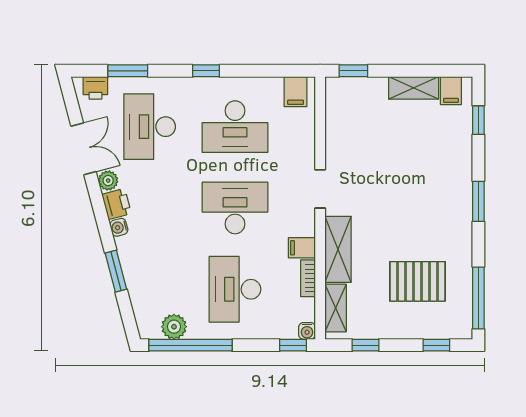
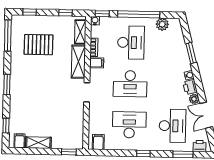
window: (191, 345) -> (139, 14), moved

